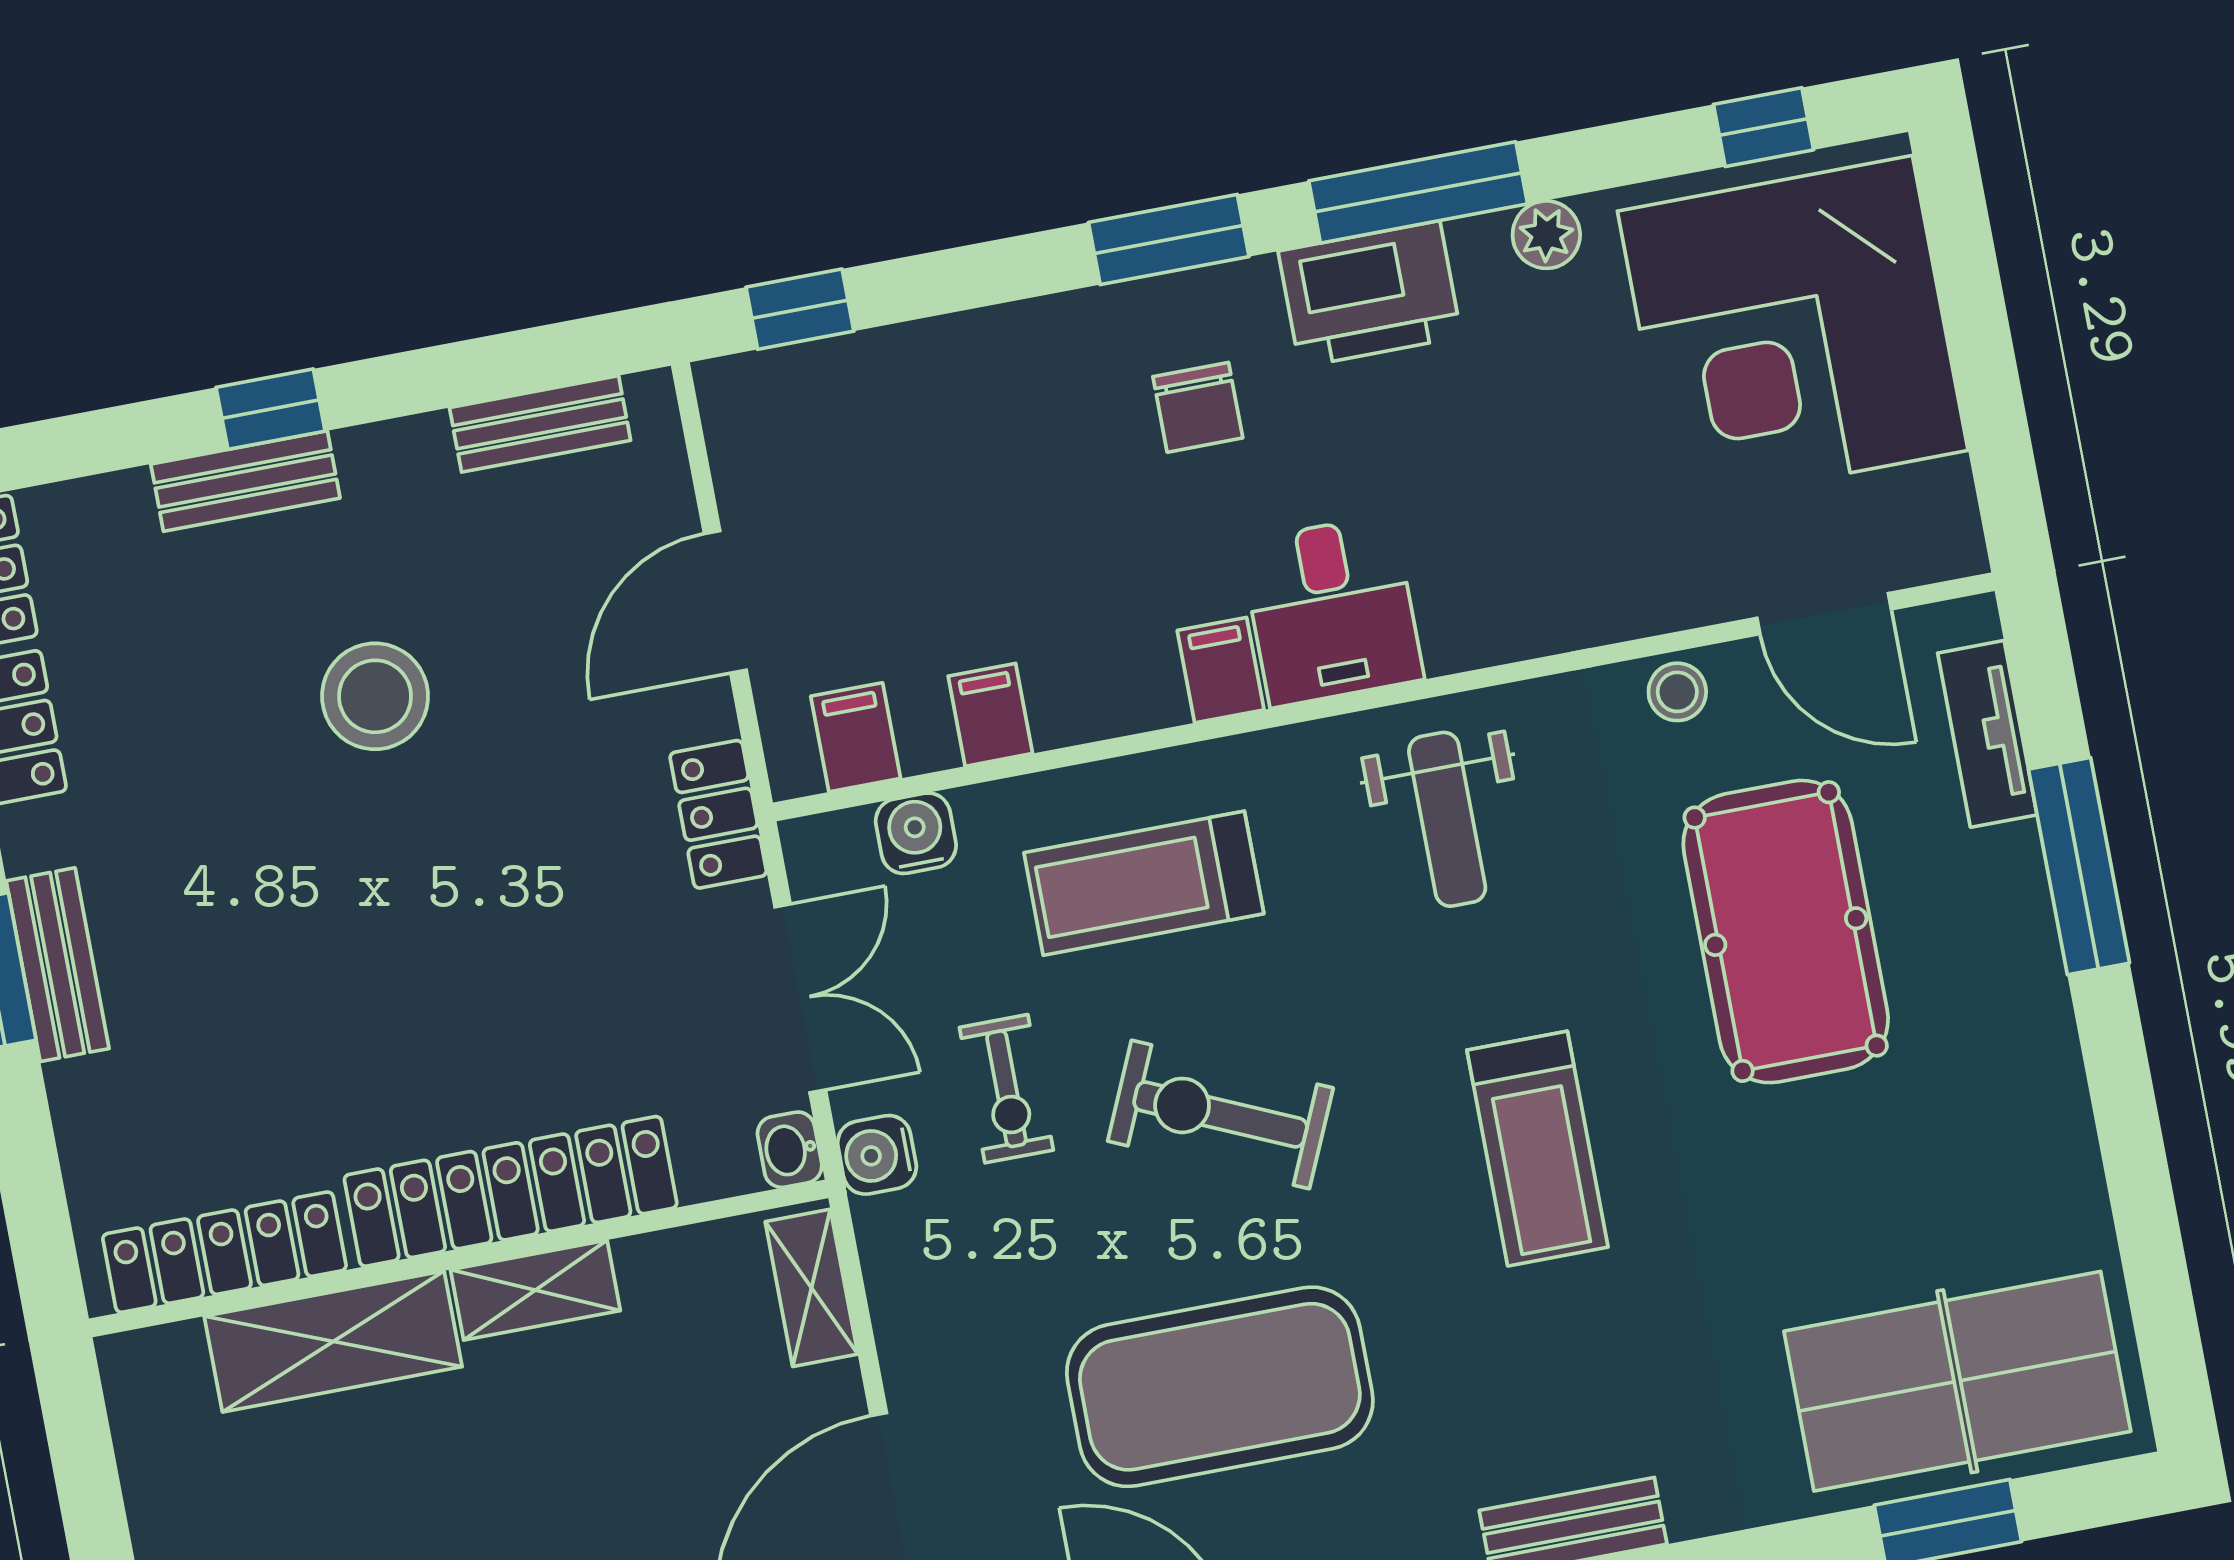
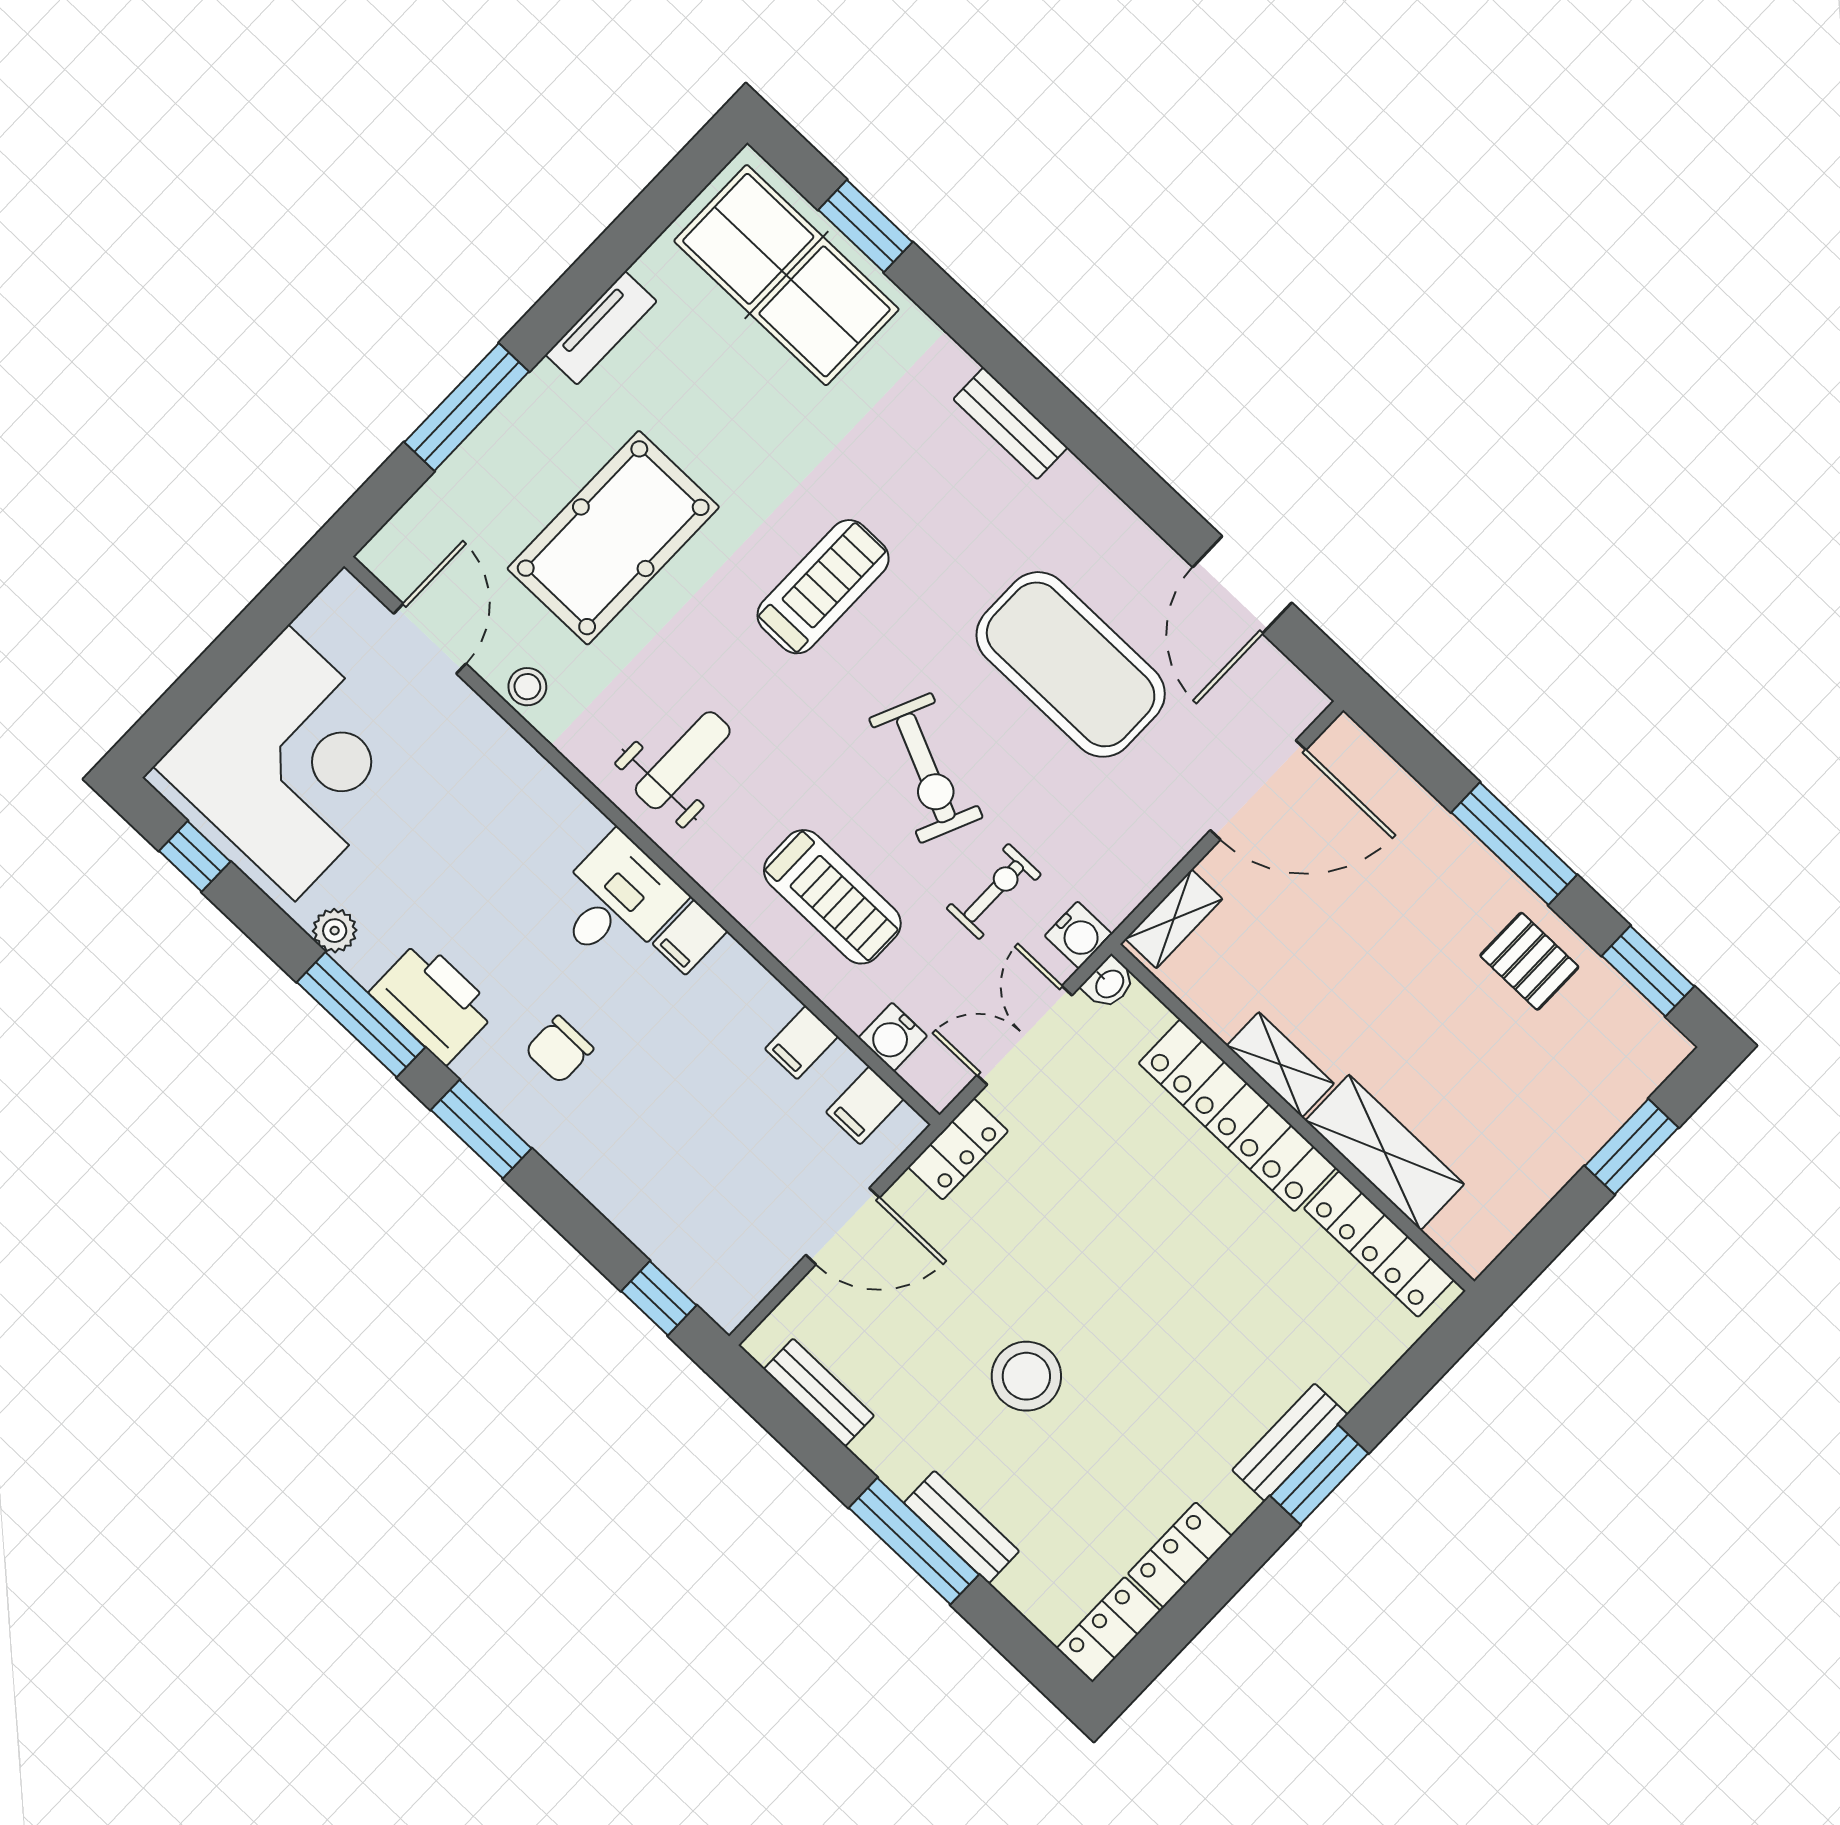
chair: (1198, 407) -> (559, 1050), turned 180
window: (271, 409) -> (914, 1541), width x2.17
tv unit: (1987, 734) -> (601, 328), moved

